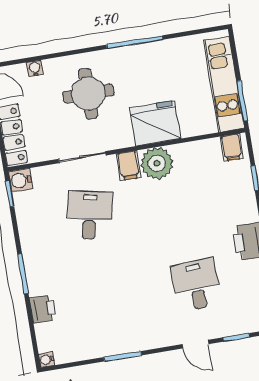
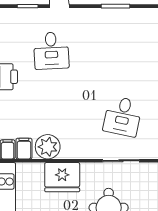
plant: (157, 163) -> (48, 147), moved
filing cabinet: (129, 166) -> (24, 149), moved

